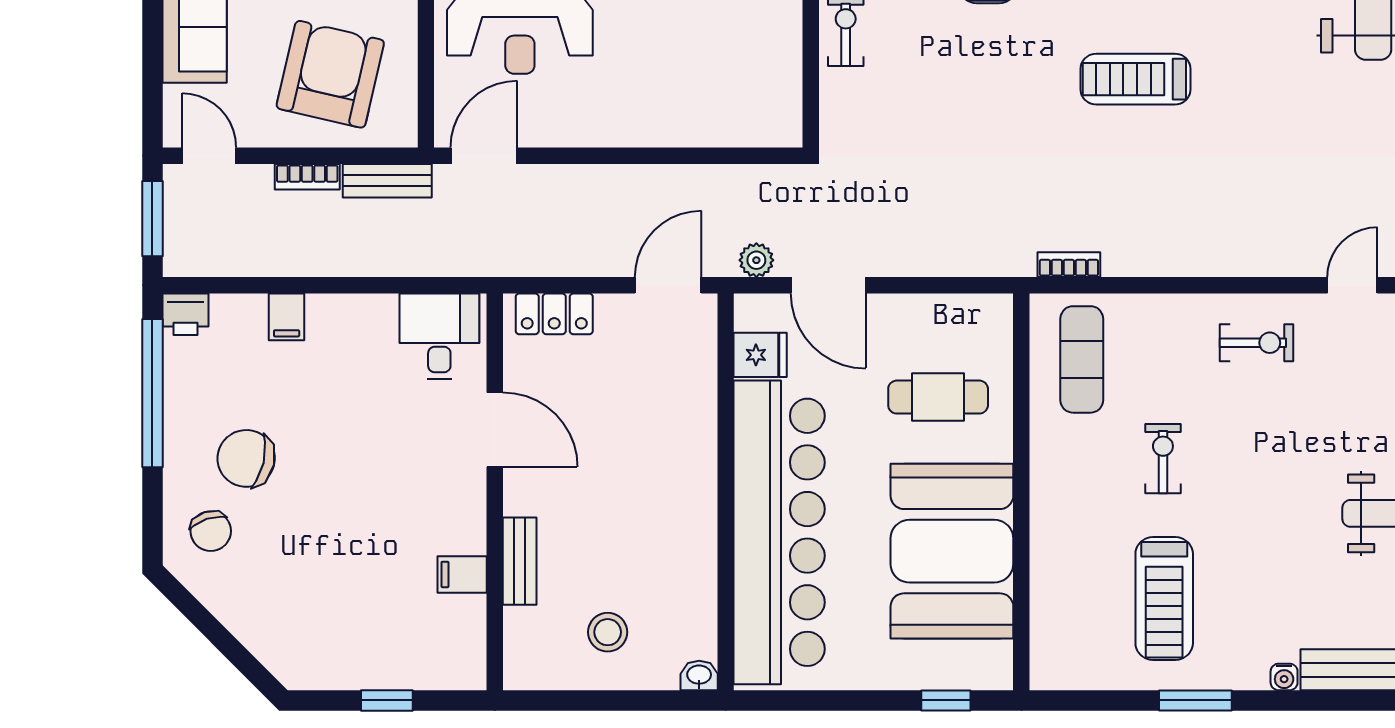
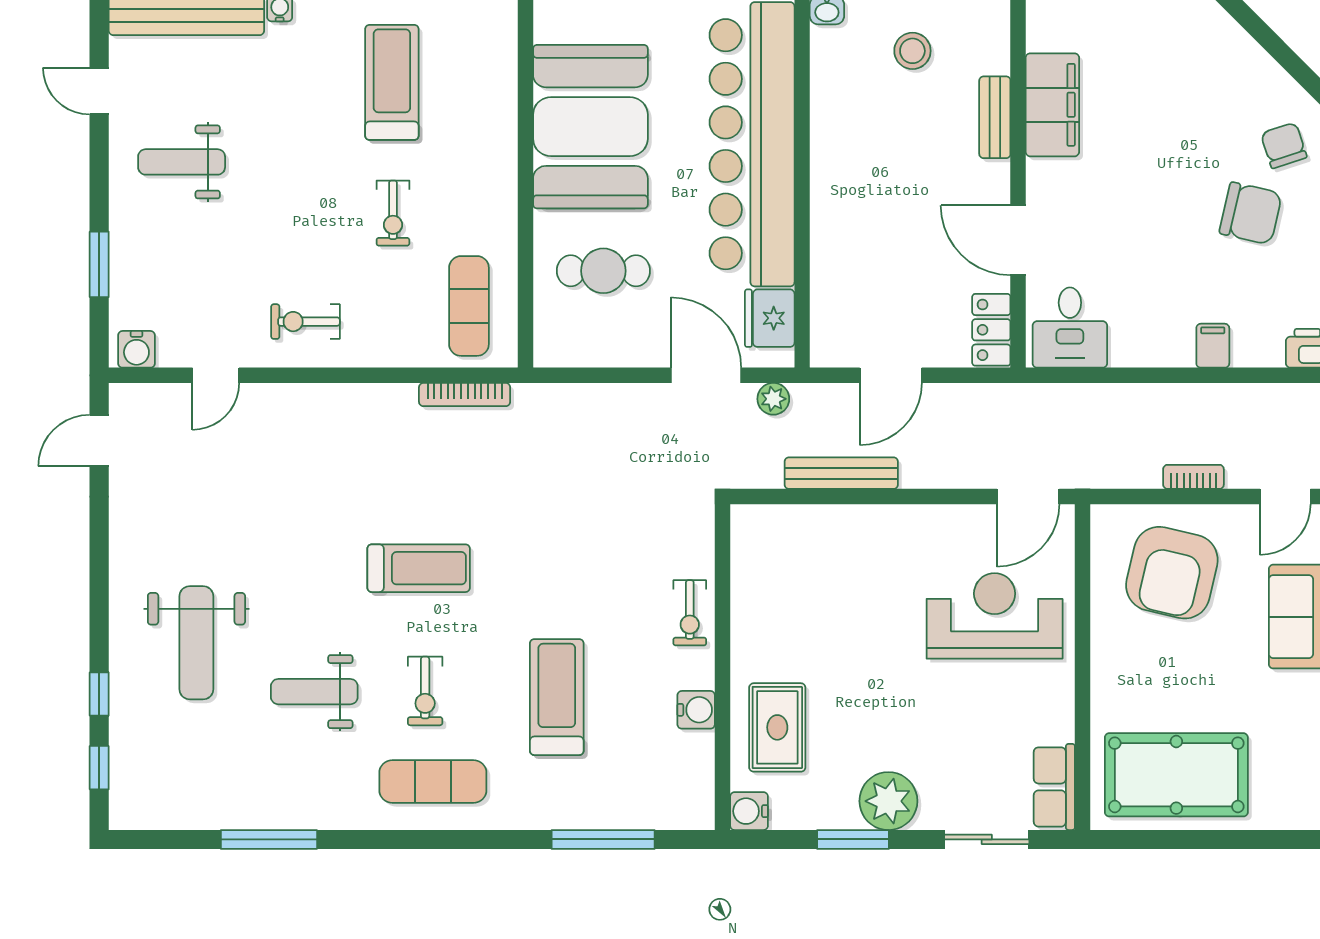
door: (209, 156) -> (1285, 497), hinge flipped
bench: (387, 181) -> (841, 473), moved, width x1.36
bookcase: (1069, 265) -> (465, 395), width x1.56
door: (668, 285) -> (891, 375), moved
locker: (554, 314) -> (991, 330), moved, turned -90
fridge: (760, 355) -> (770, 318), width x1.38
filing cabinet: (462, 574) -> (1052, 105), width x3.00, depth x1.17

